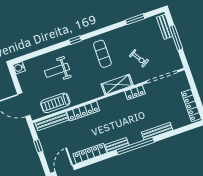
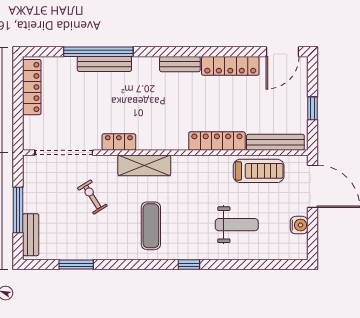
water cooler: (19, 68) -> (299, 225), moved
window: (135, 146) -> (98, 52), moved

